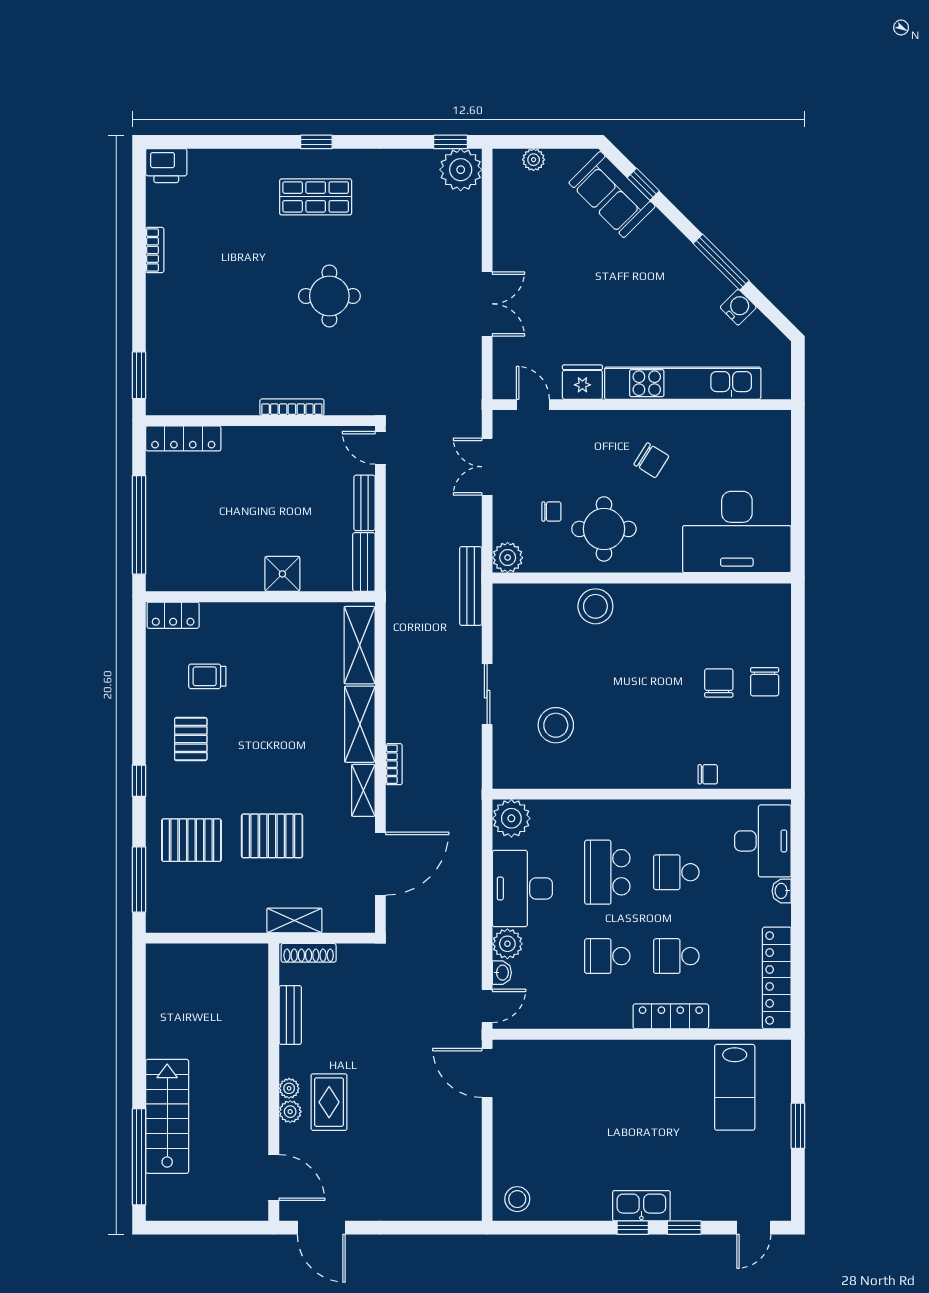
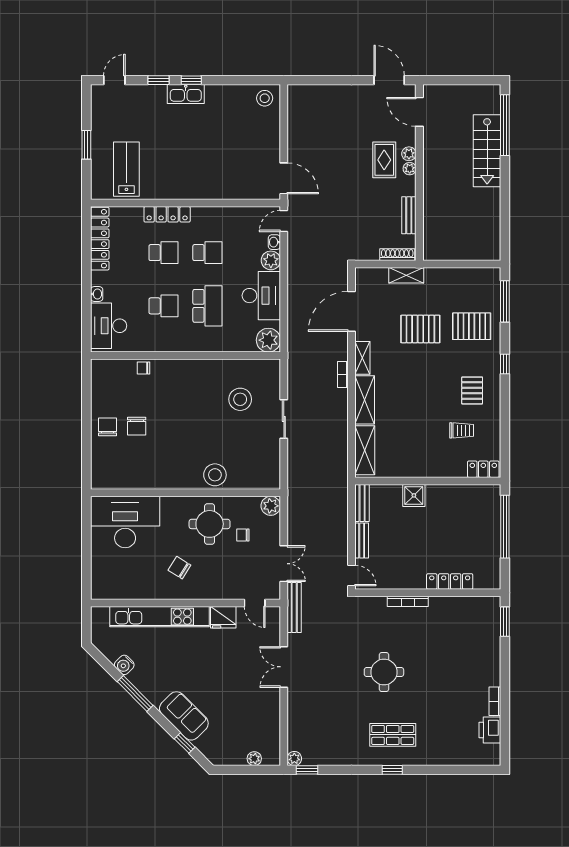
printer: (166, 166) -> (490, 730), moved, turned -90
plant: (461, 170) -> (294, 759), width x0.53, depth x0.53
sofa: (612, 195) -> (184, 716), moved
locker: (183, 438) -> (450, 581), moved
bench: (471, 586) -> (294, 607), moved

